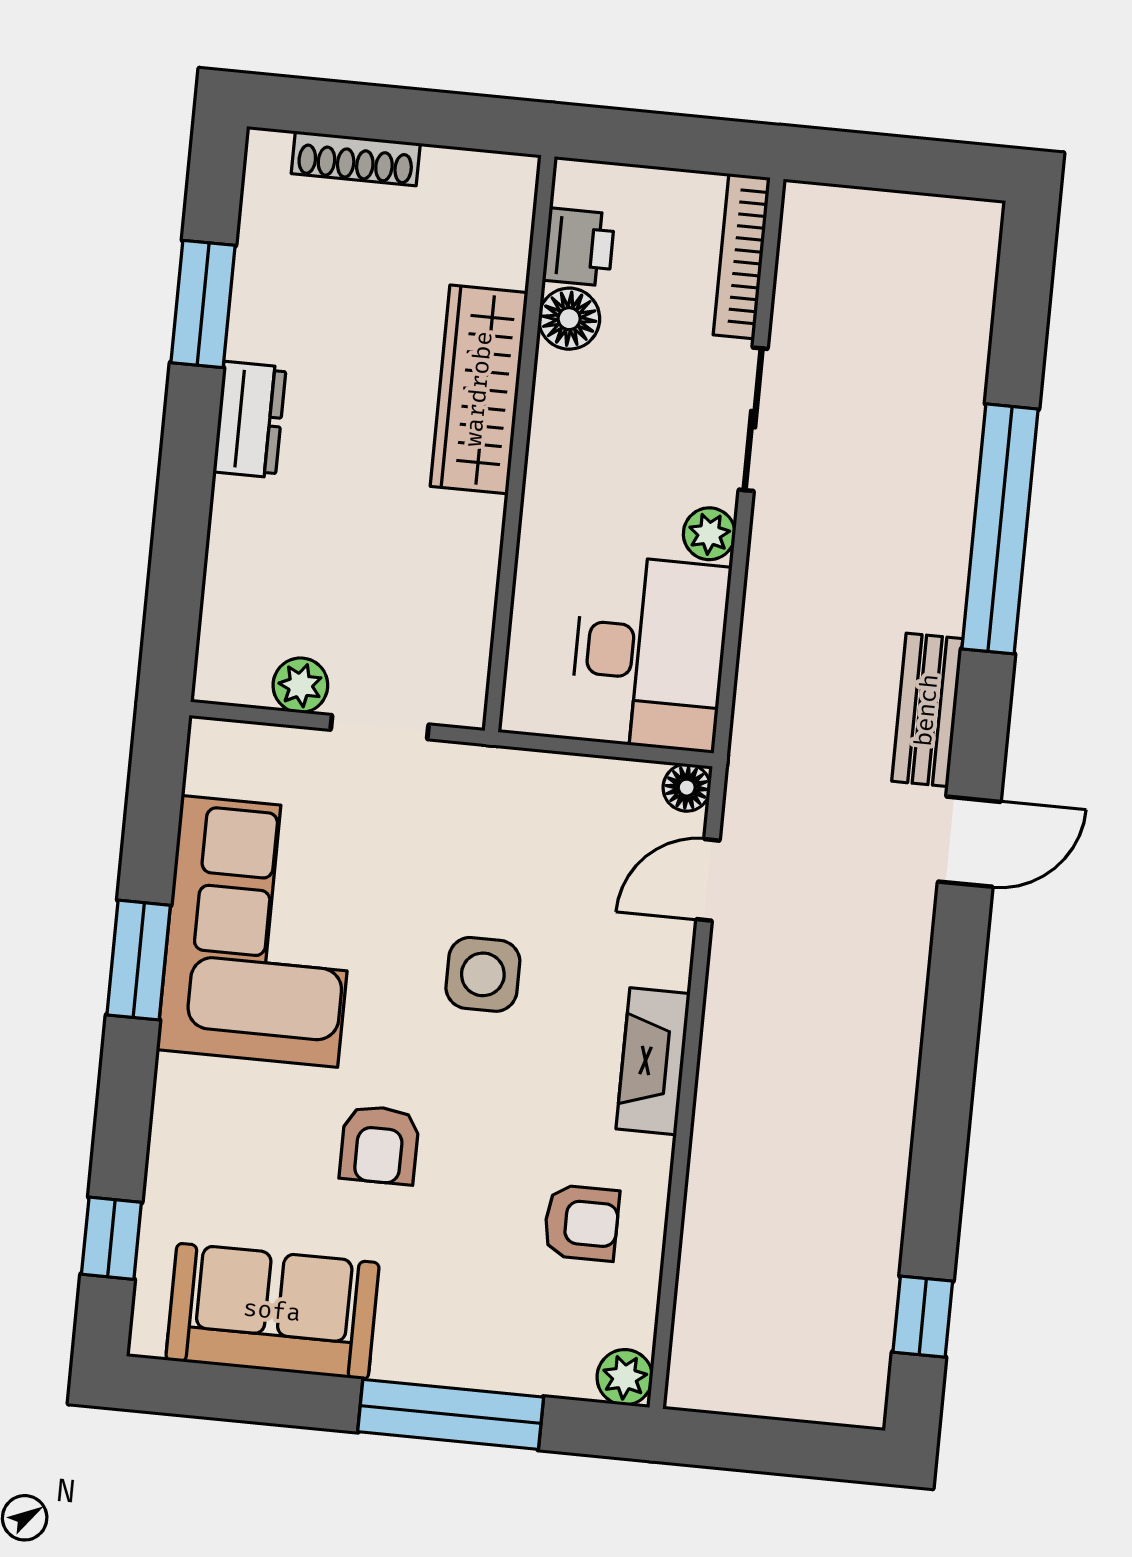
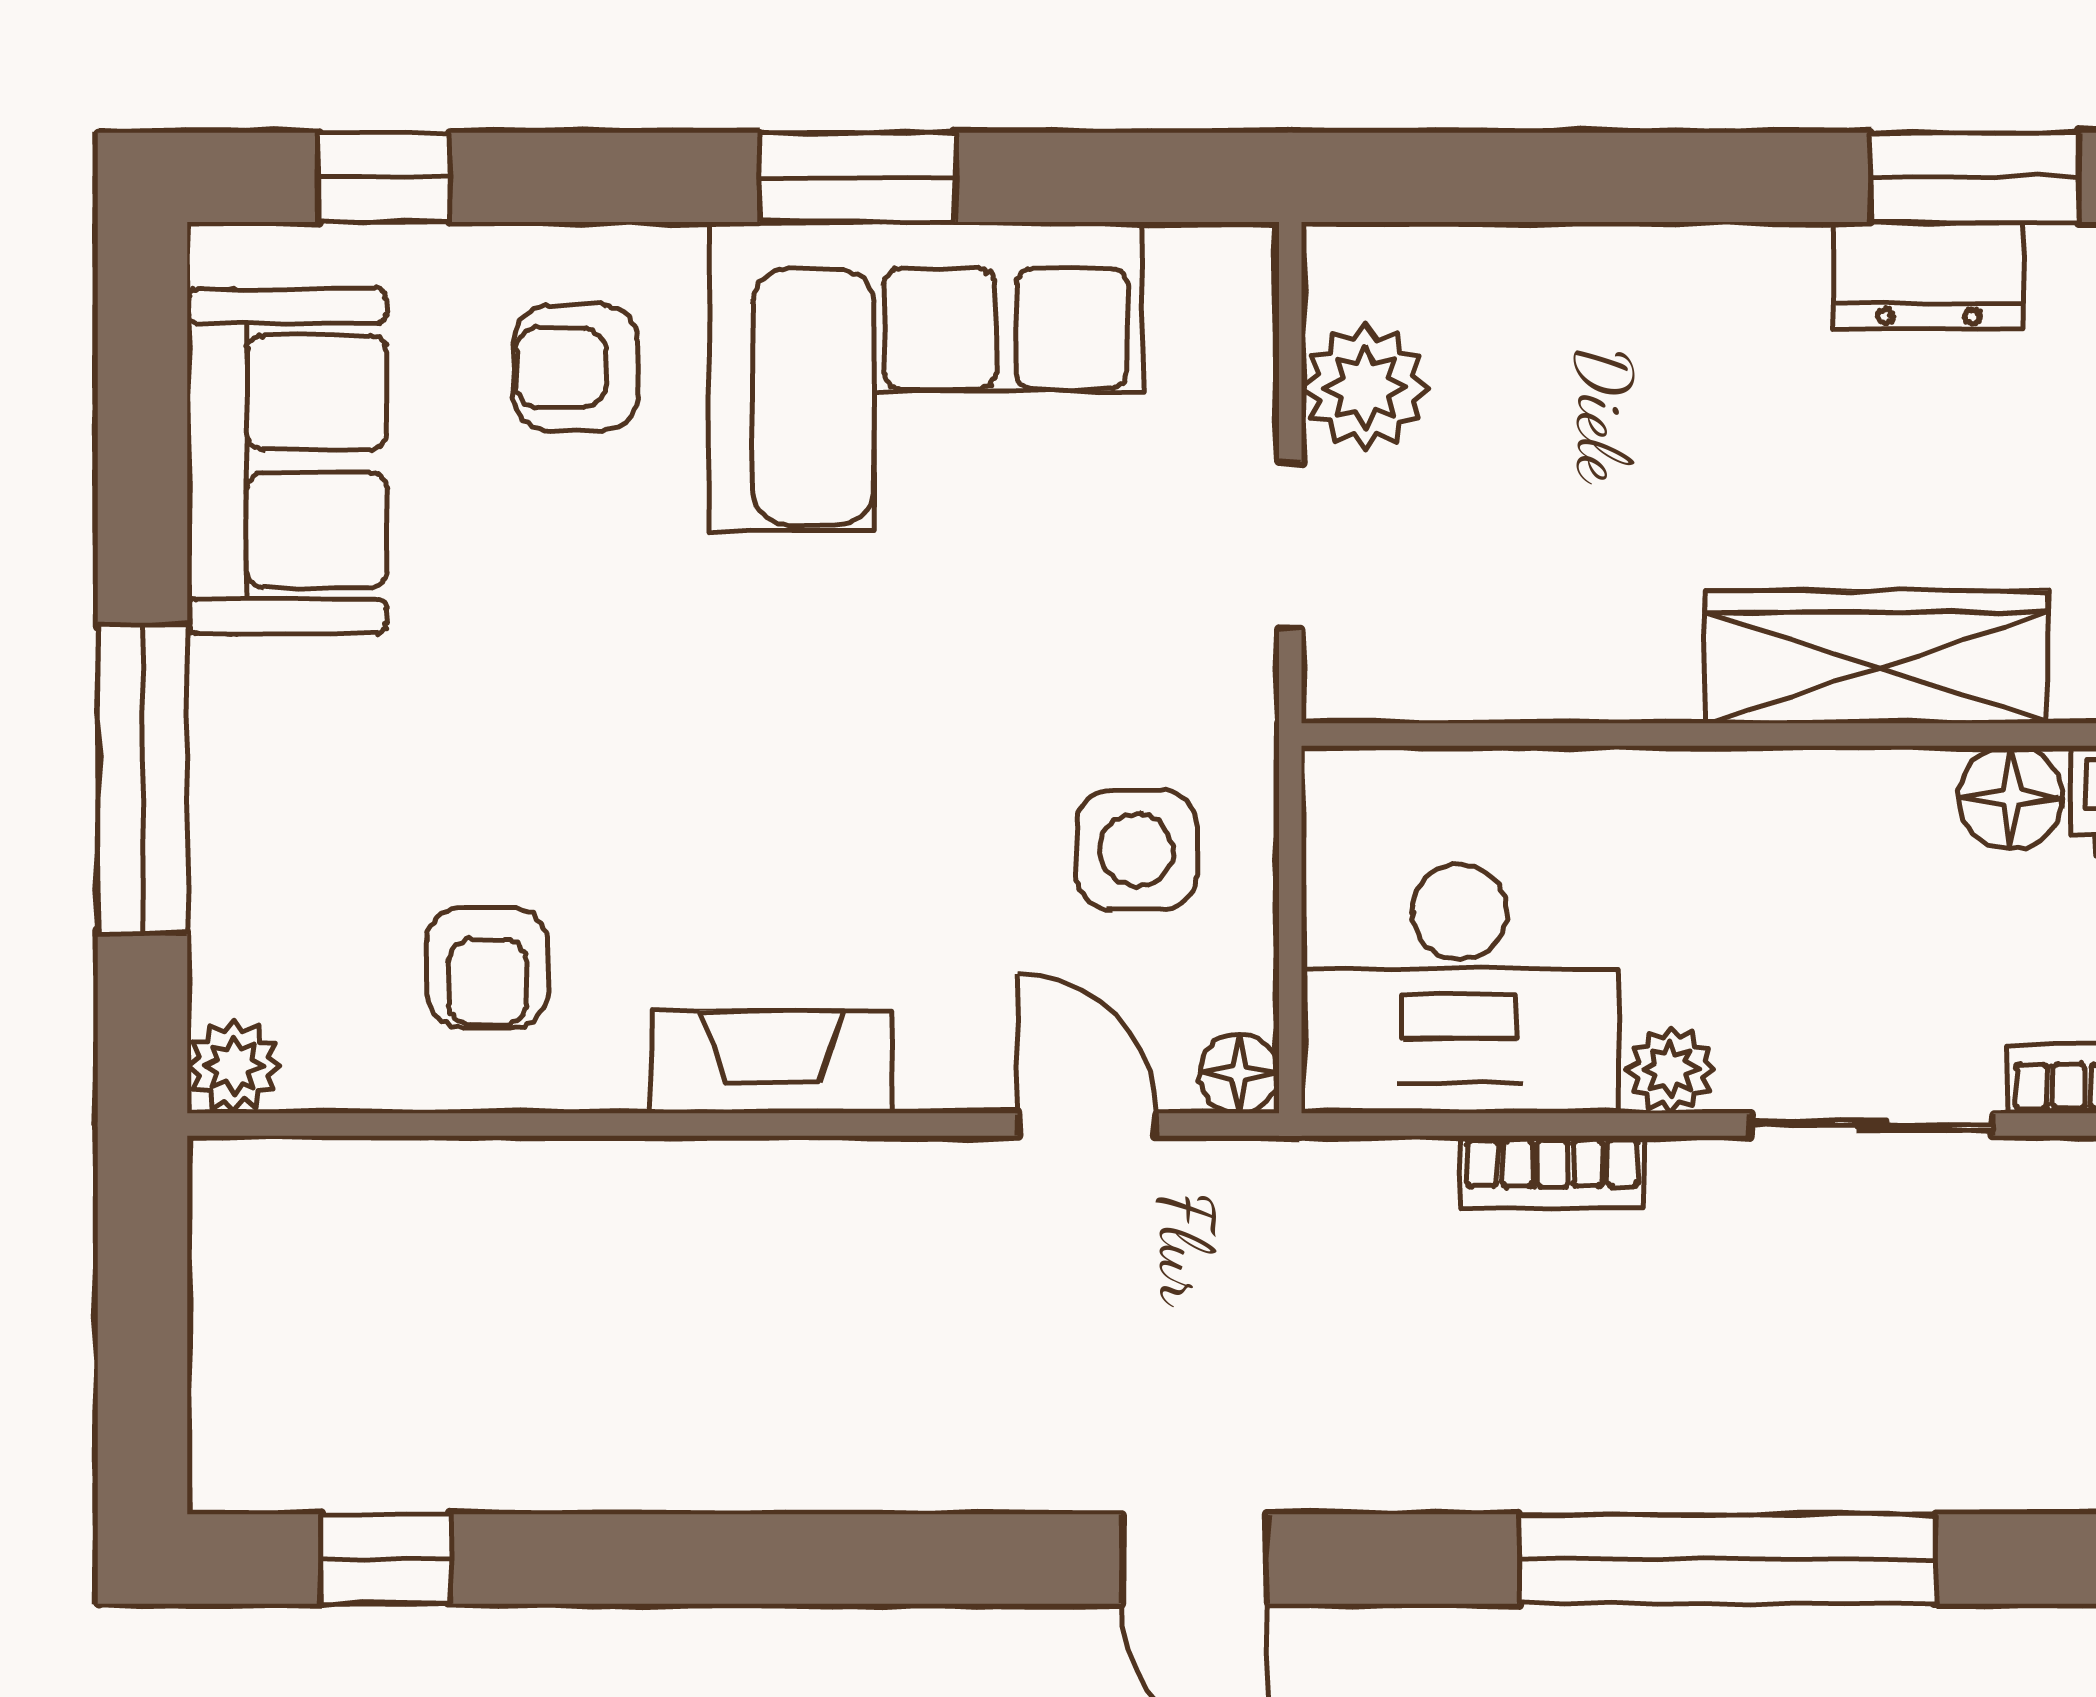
dresser: (250, 420) -> (1929, 275), moved
bookcase: (763, 609) -> (1552, 1172), added
plant: (300, 685) -> (1365, 387), width x1.38, depth x1.38
bench: (927, 710) -> (1410, 1466), removed
side table: (483, 974) -> (1136, 850), moved
armchair: (379, 1145) -> (576, 368), moved

